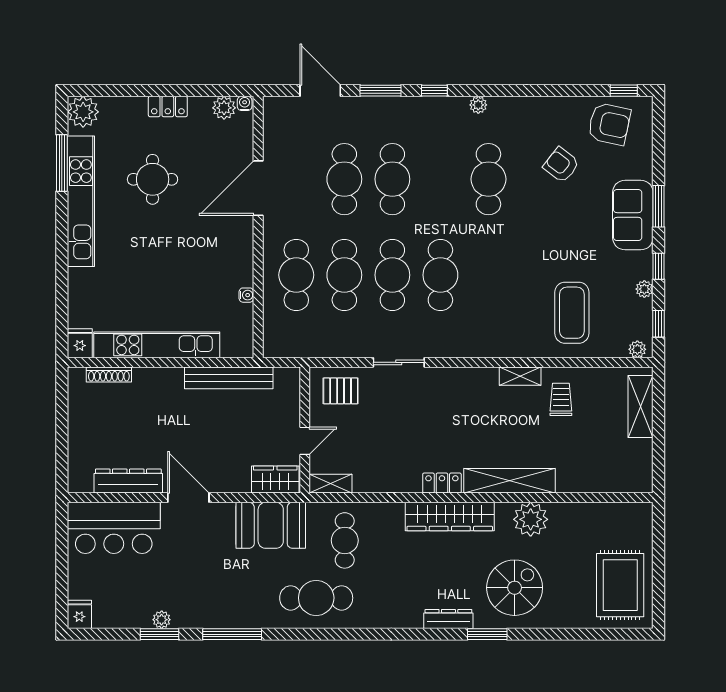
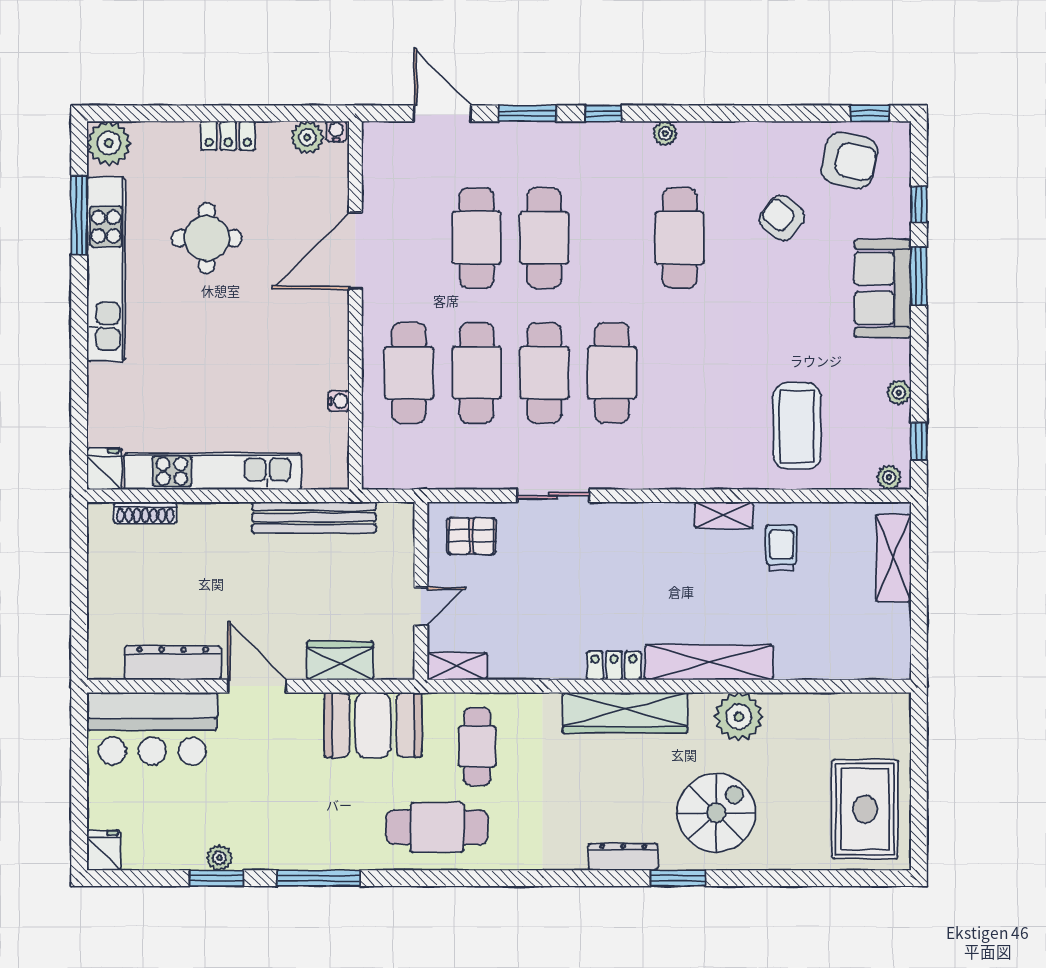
window: (659, 266) -> (919, 204), moved
wardrobe: (275, 480) -> (340, 661), moved

